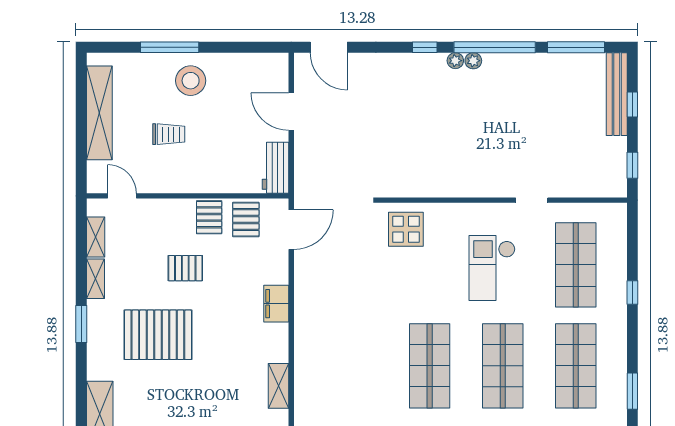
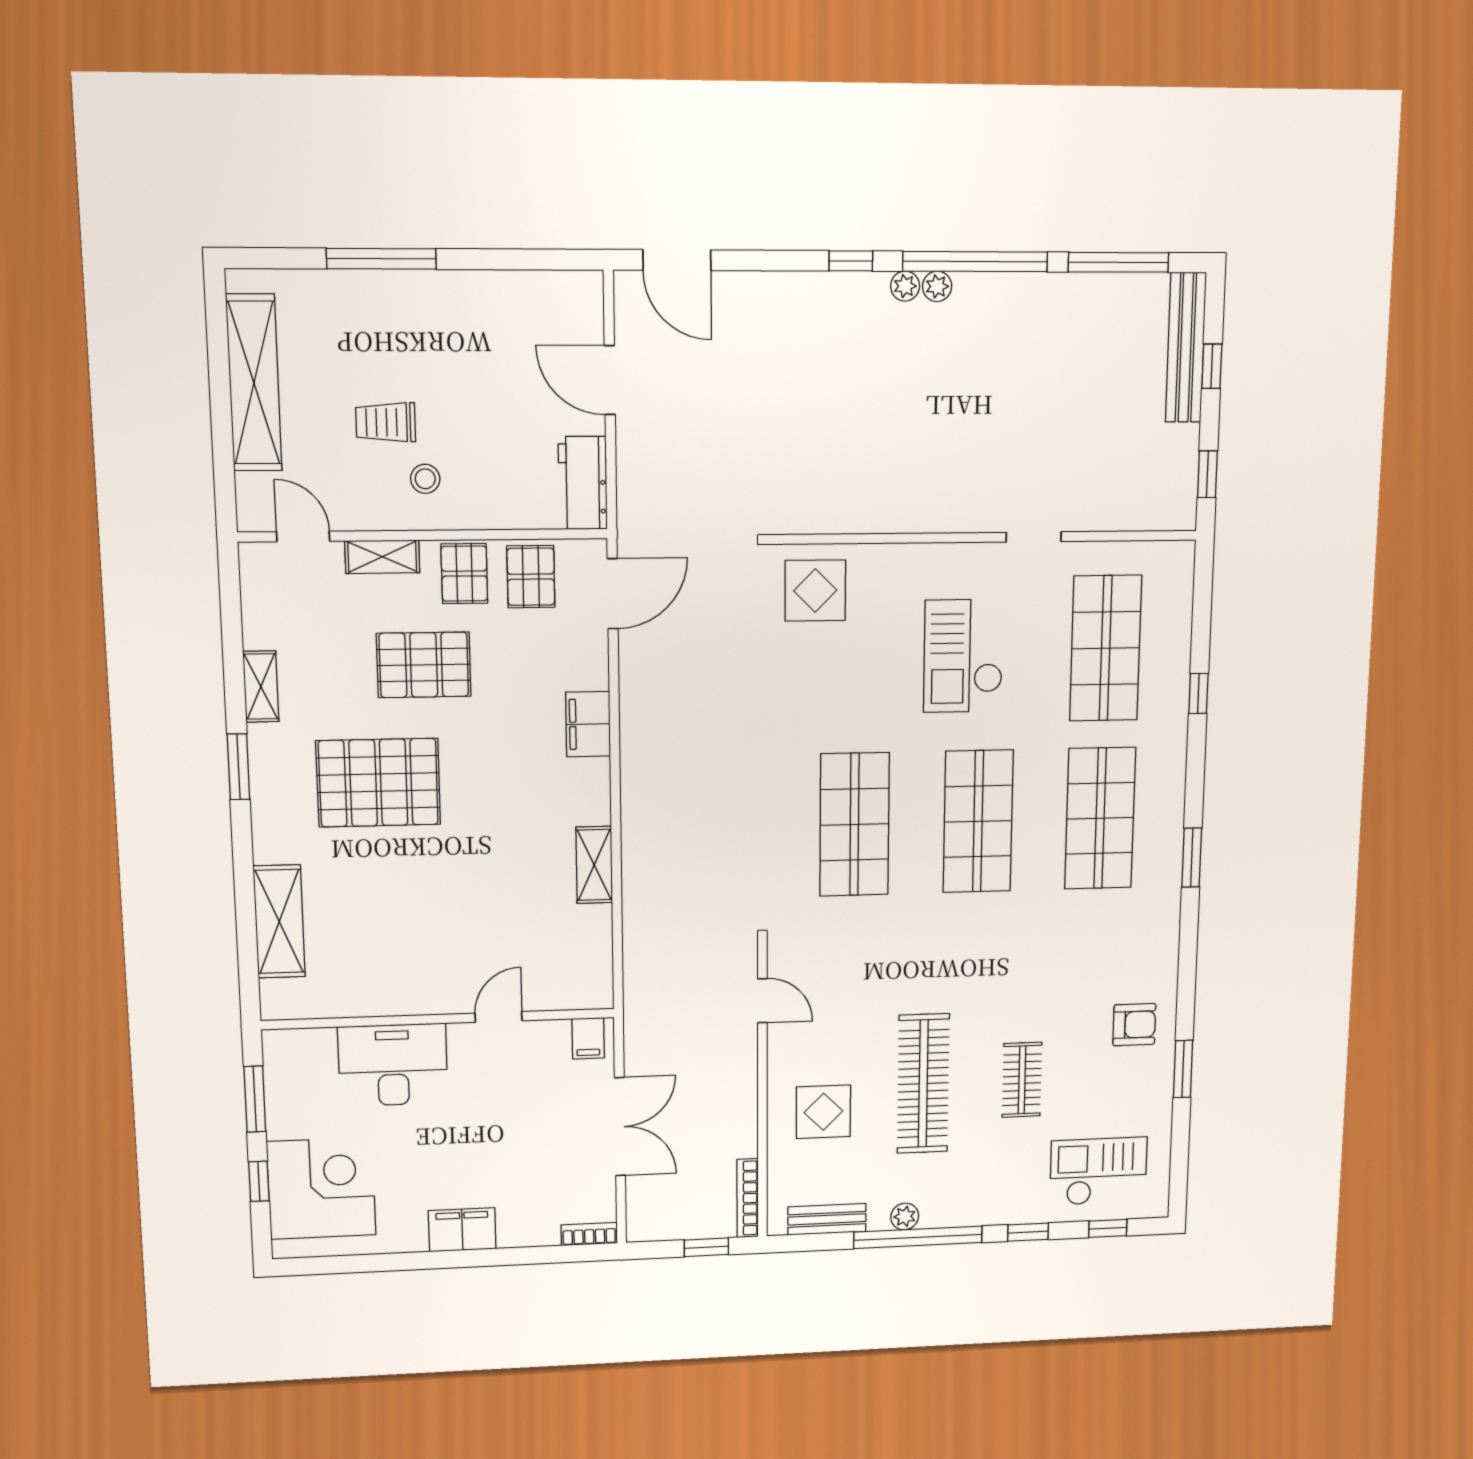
stool: (191, 81) -> (425, 479), moved, width x0.53, depth x0.53
trolley: (169, 134) -> (386, 422), turned 180
shelving: (96, 237) -> (382, 557), moved, turned 90
pallet: (185, 268) -> (424, 665), width x1.50, depth x1.42

